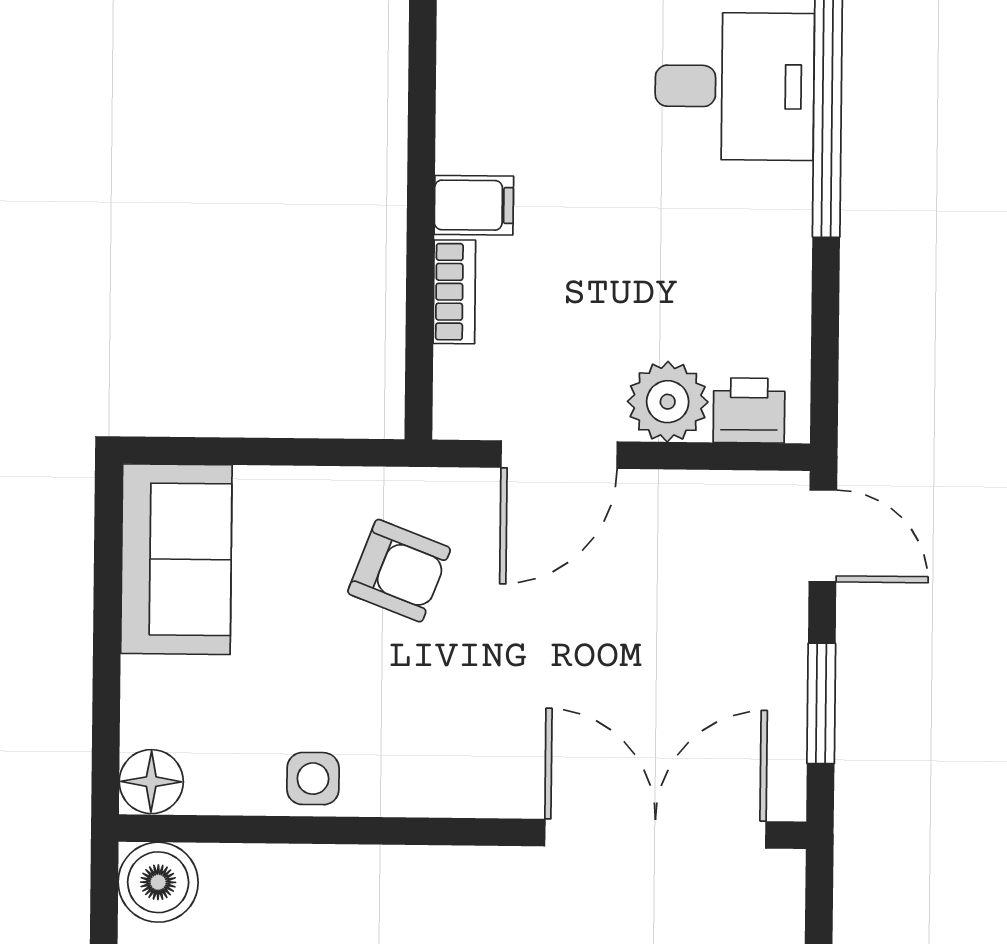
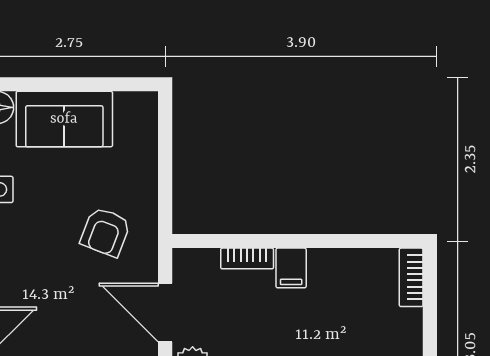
sofa: (176, 559) -> (64, 119), moved

